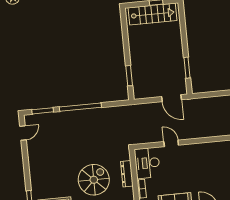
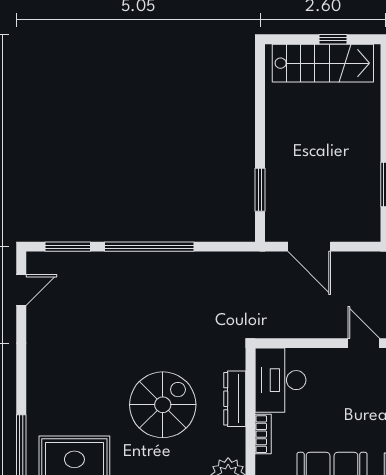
door: (172, 98) -> (309, 247), moved
door: (171, 143) -> (364, 343), moved

